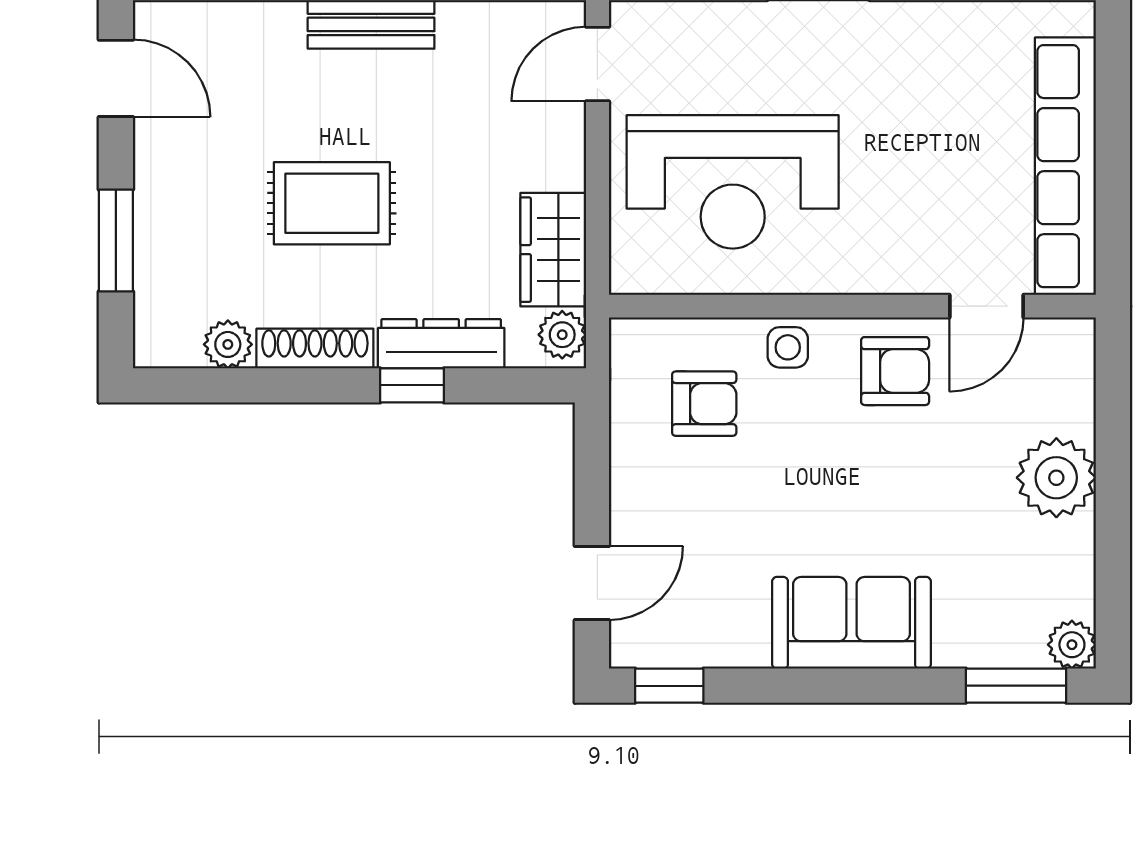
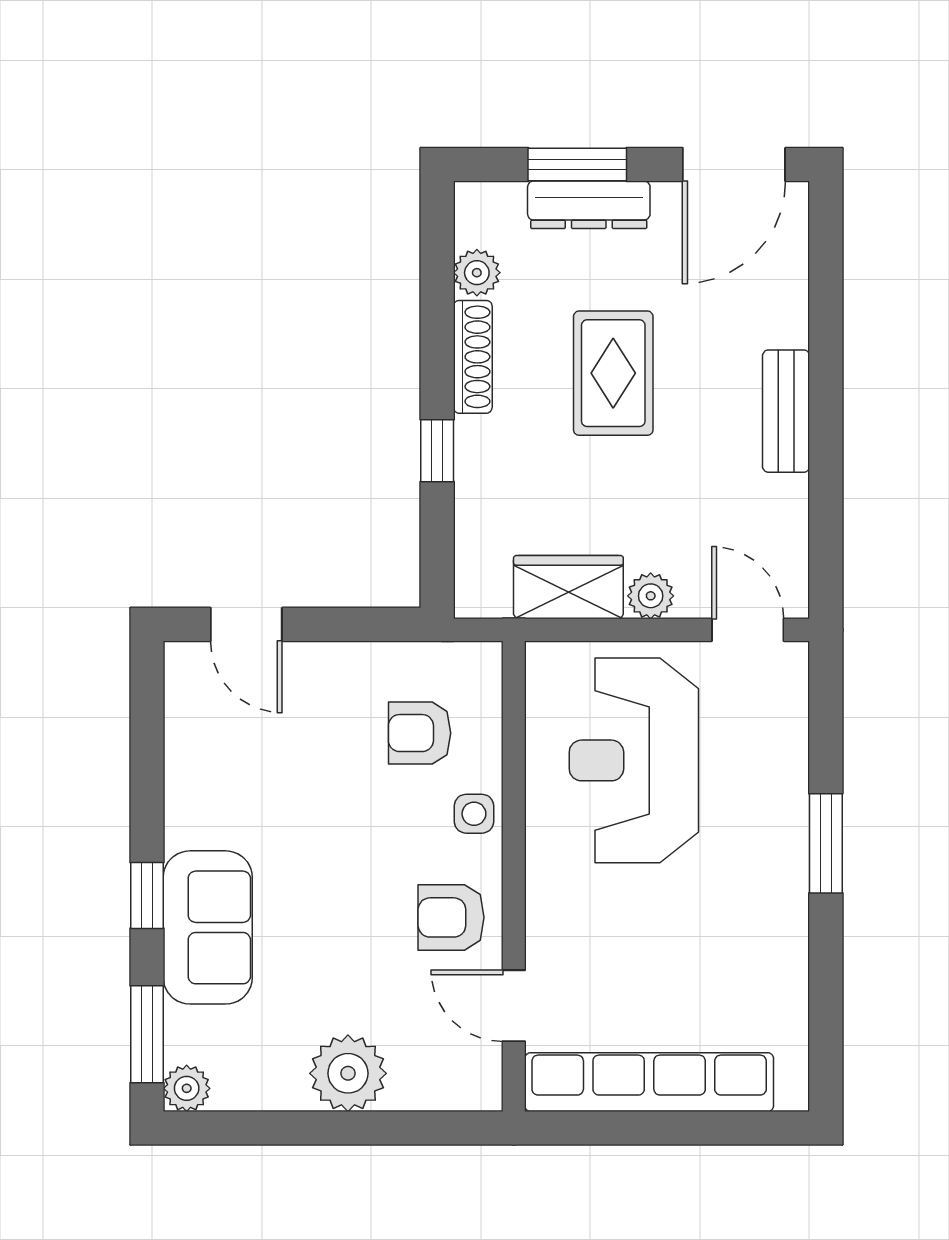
door: (116, 78) -> (734, 164), width x1.38
plant: (562, 335) -> (651, 596), moved
dresser: (441, 344) -> (589, 205), moved, turned 90
armchair: (895, 371) -> (451, 917), turned 90
armchair: (704, 404) -> (420, 733), turned 90
sofa: (851, 623) -> (208, 927), moved
window: (669, 686) -> (147, 895), moved

